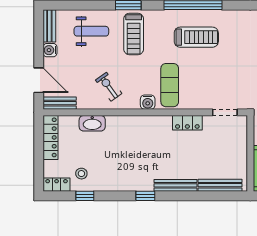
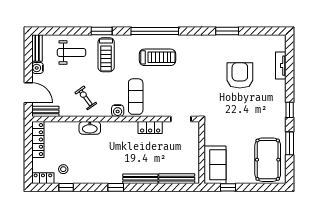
washbasin: (92, 123) -> (90, 128), moved

